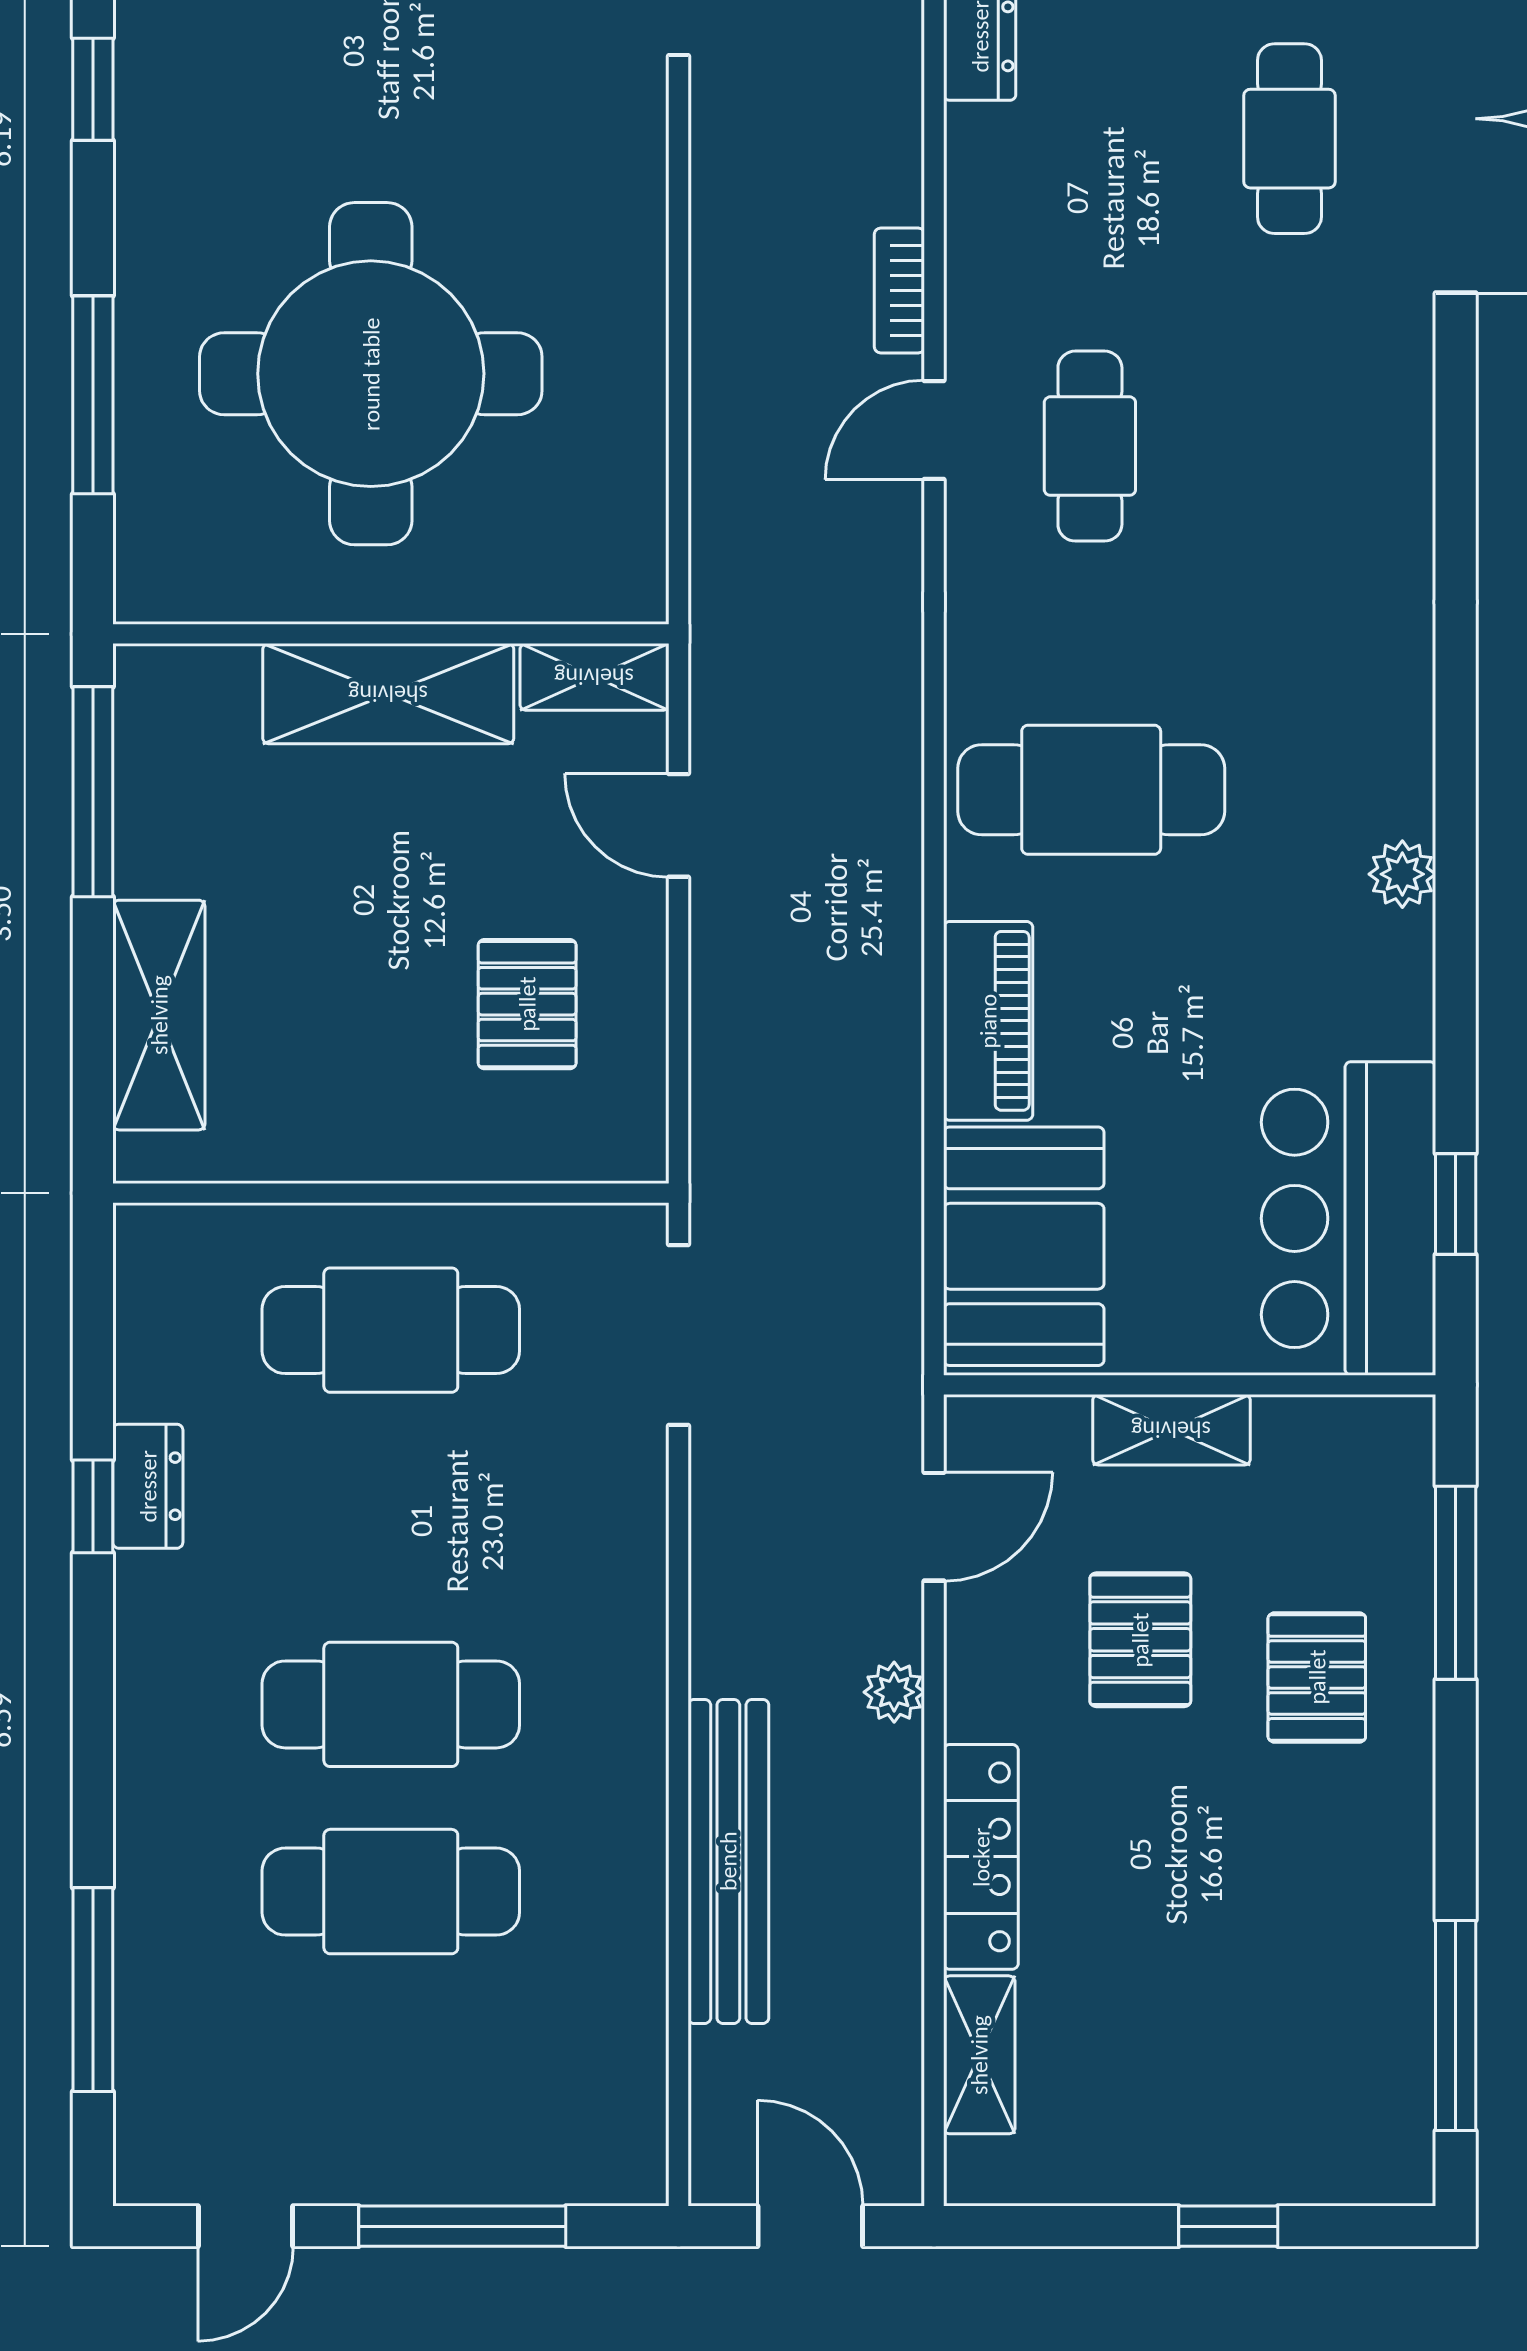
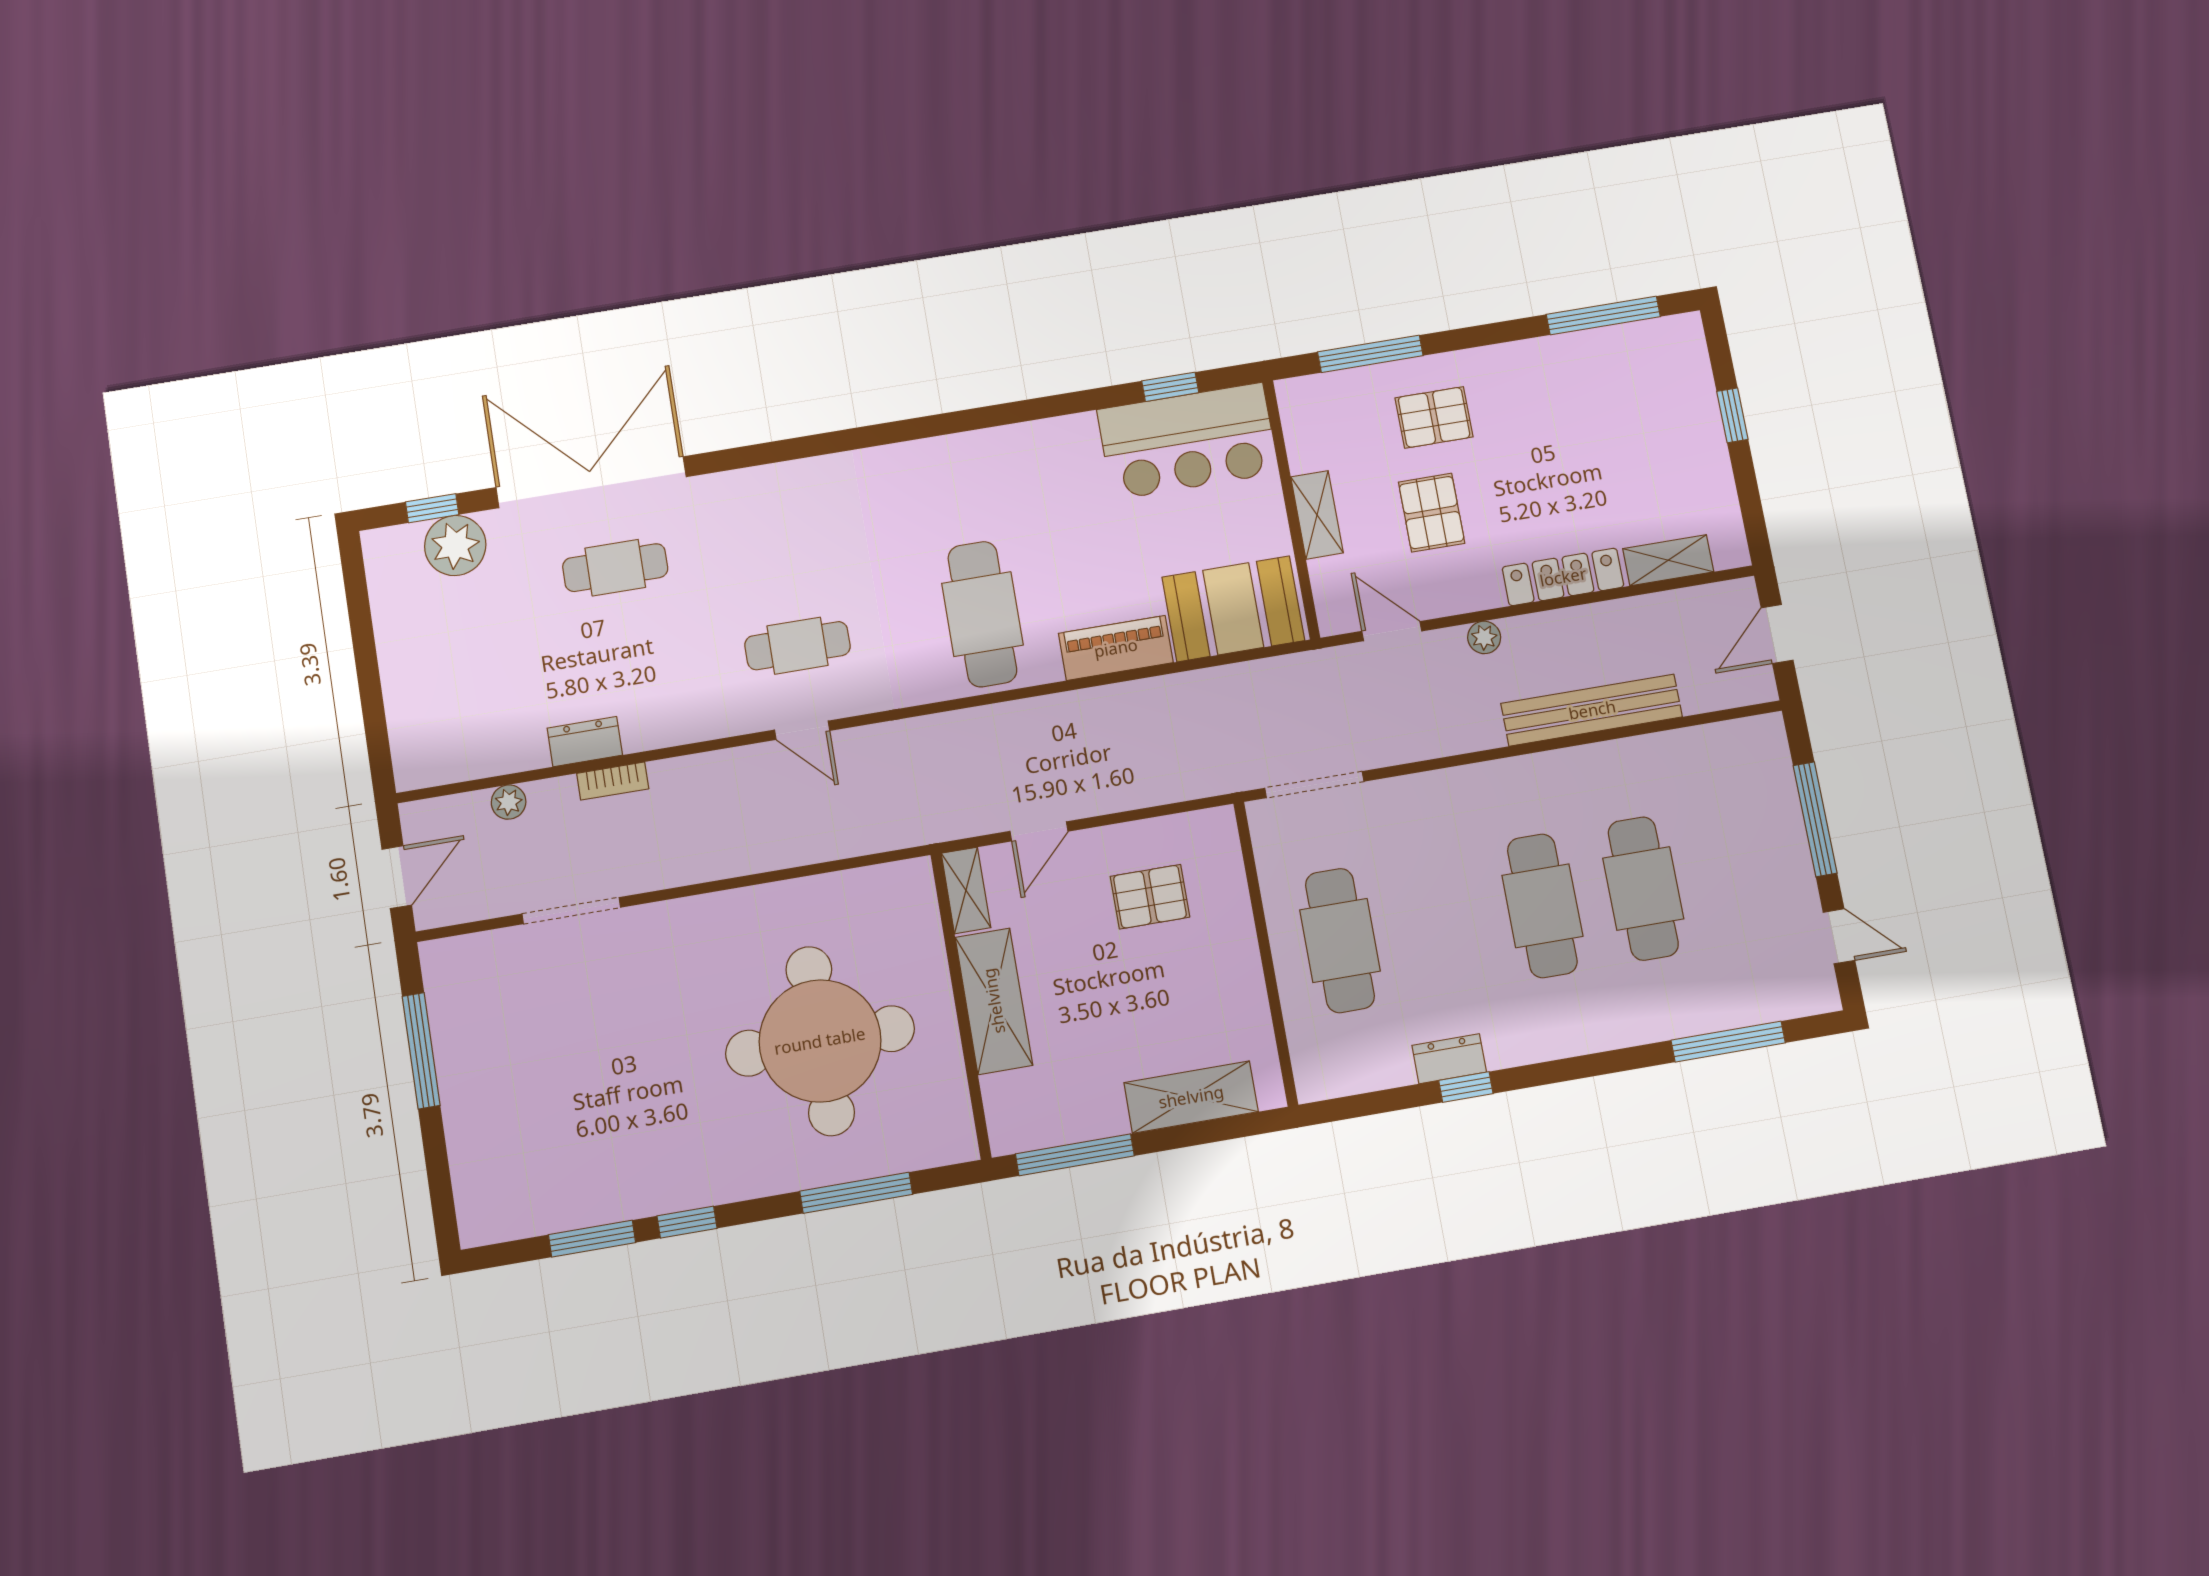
bookcase: (899, 291) -> (613, 781), moved
plant: (1402, 874) -> (1000, 443), removed
pallet: (1140, 1640) -> (1432, 513), turned 90

